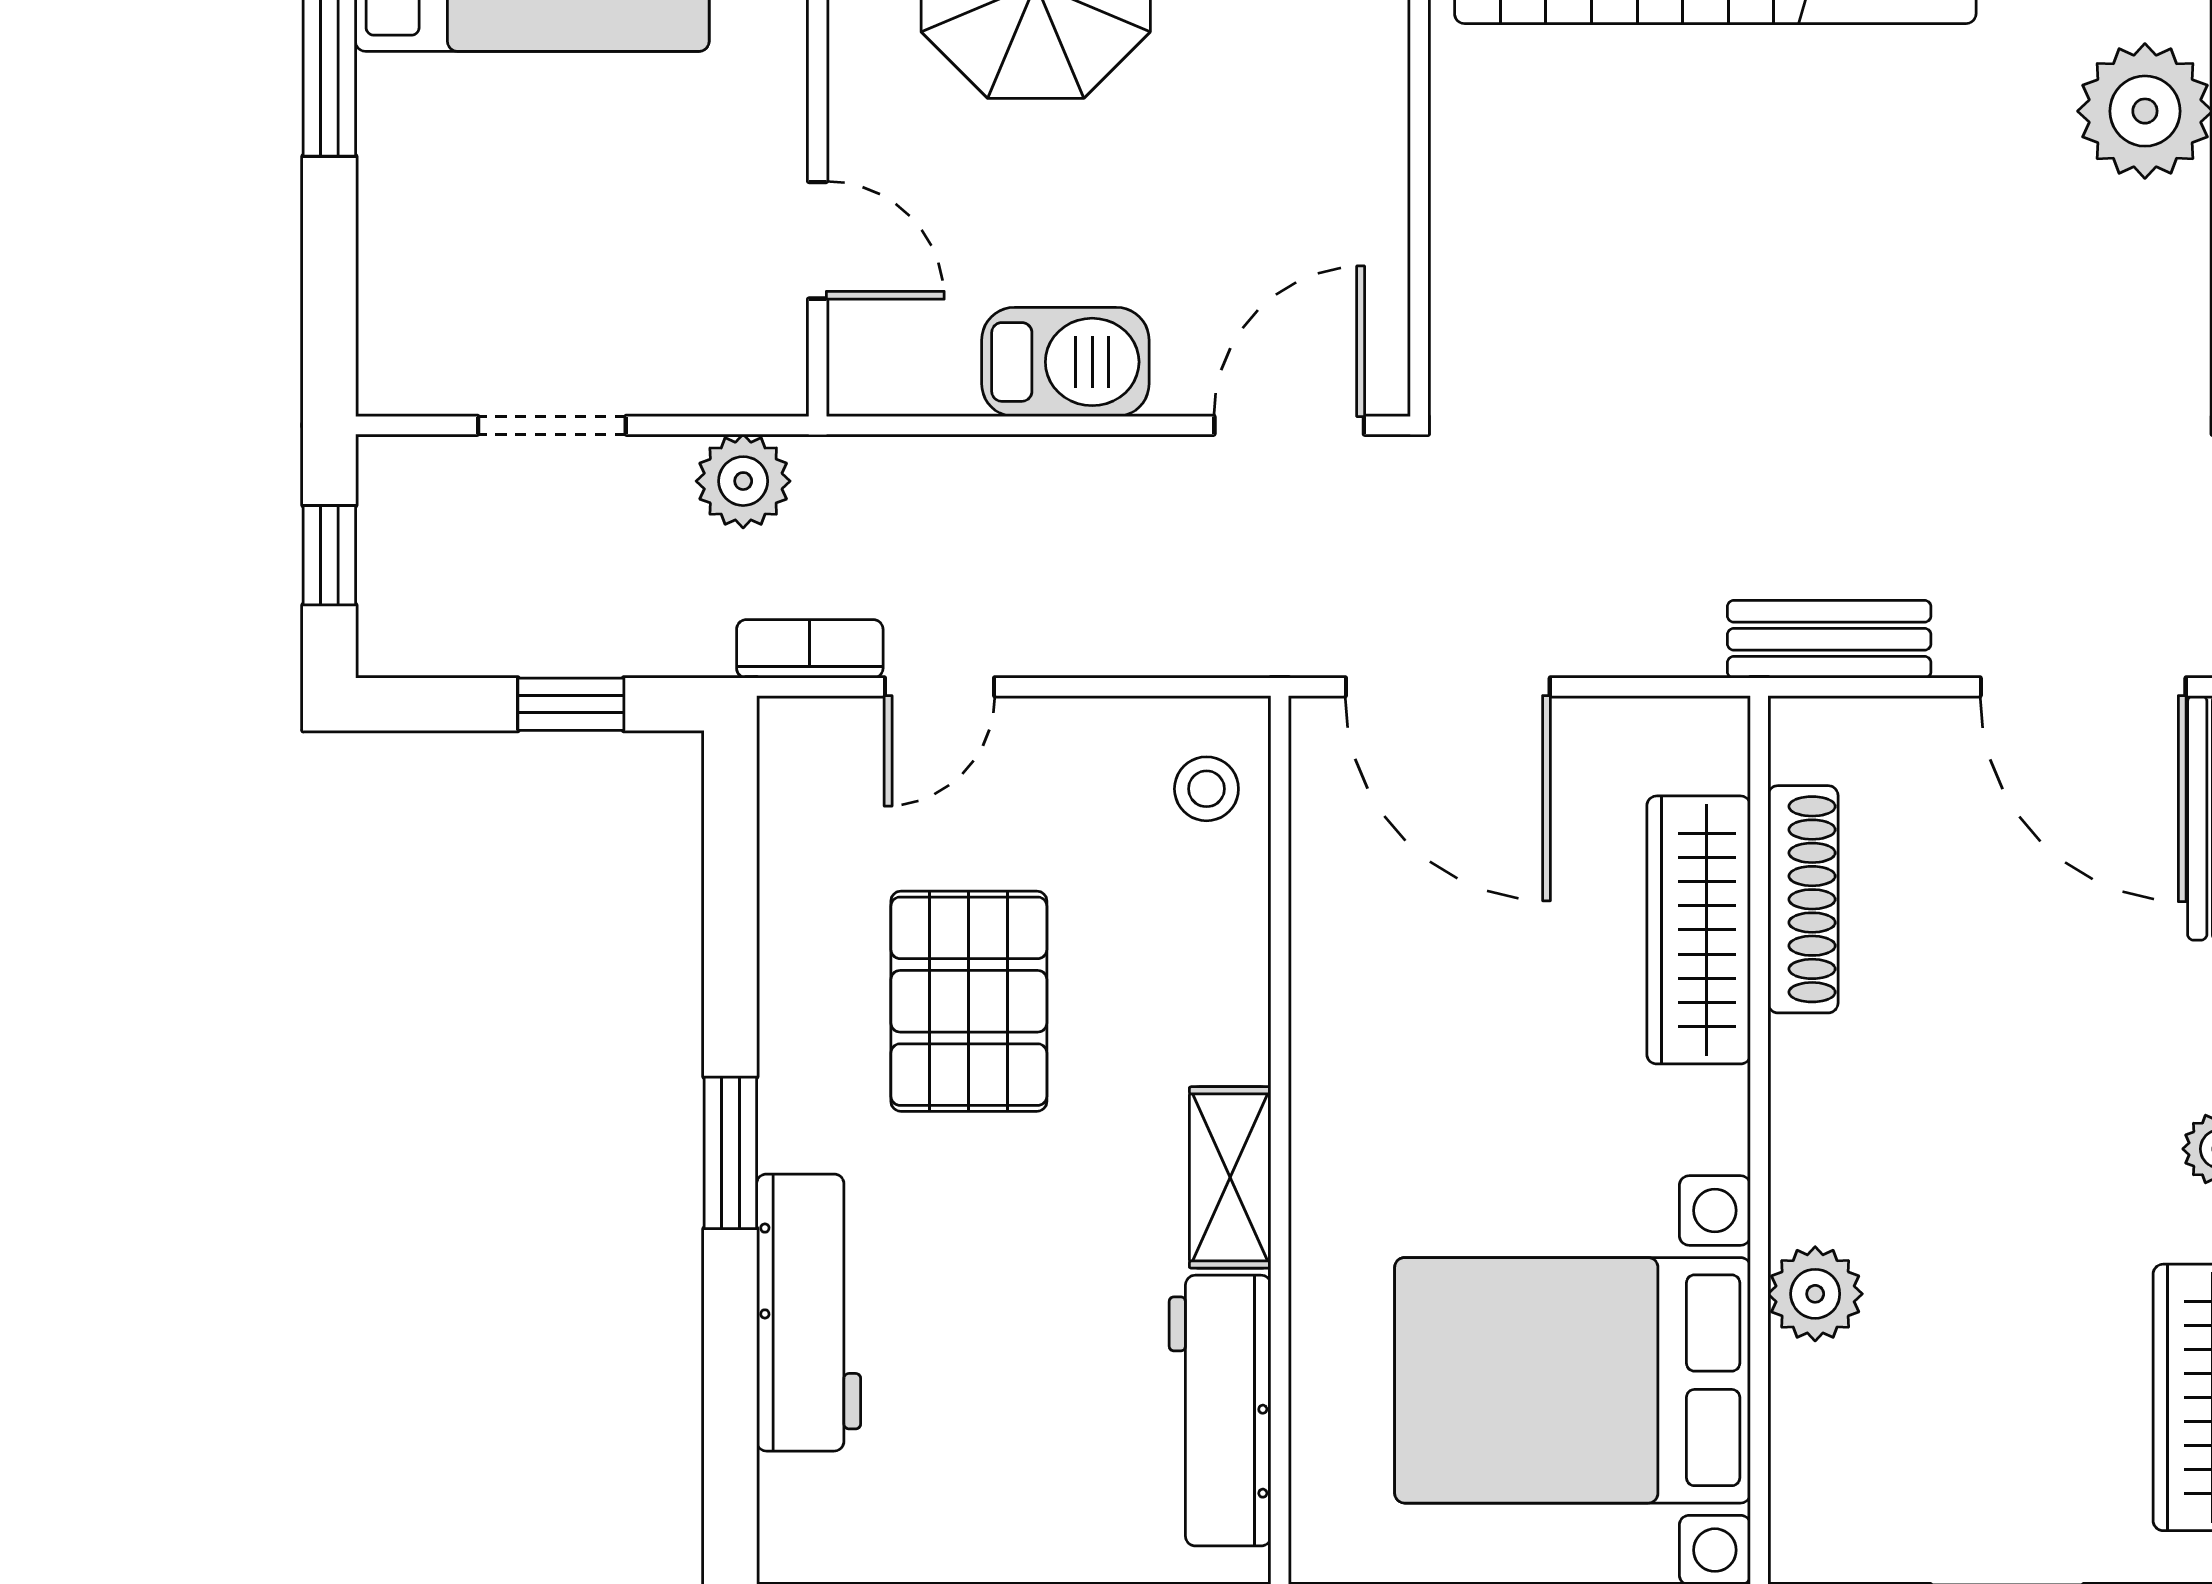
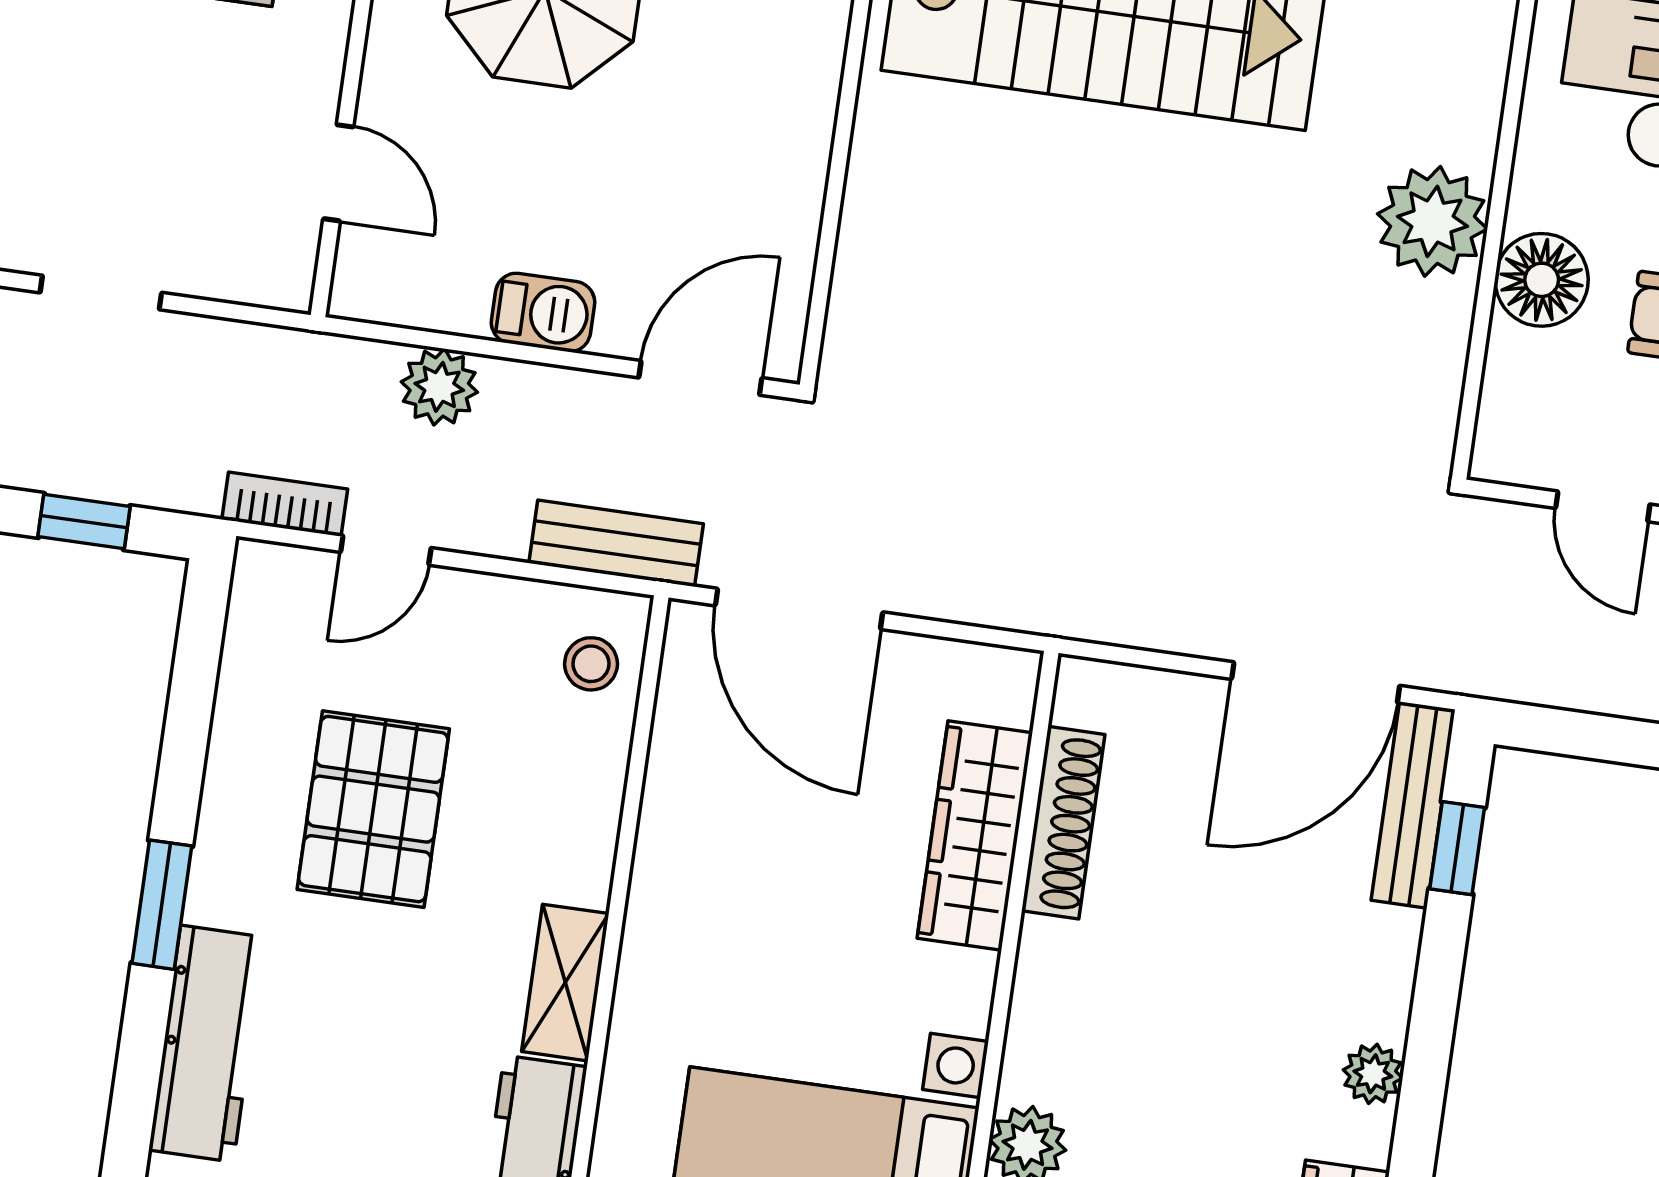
barbecue: (1065, 362) -> (543, 312), width x0.73, depth x0.79
plant: (743, 481) -> (439, 387), moved
bench: (1829, 639) -> (616, 543), moved
door: (2083, 687) -> (1316, 682), hinge flipped

